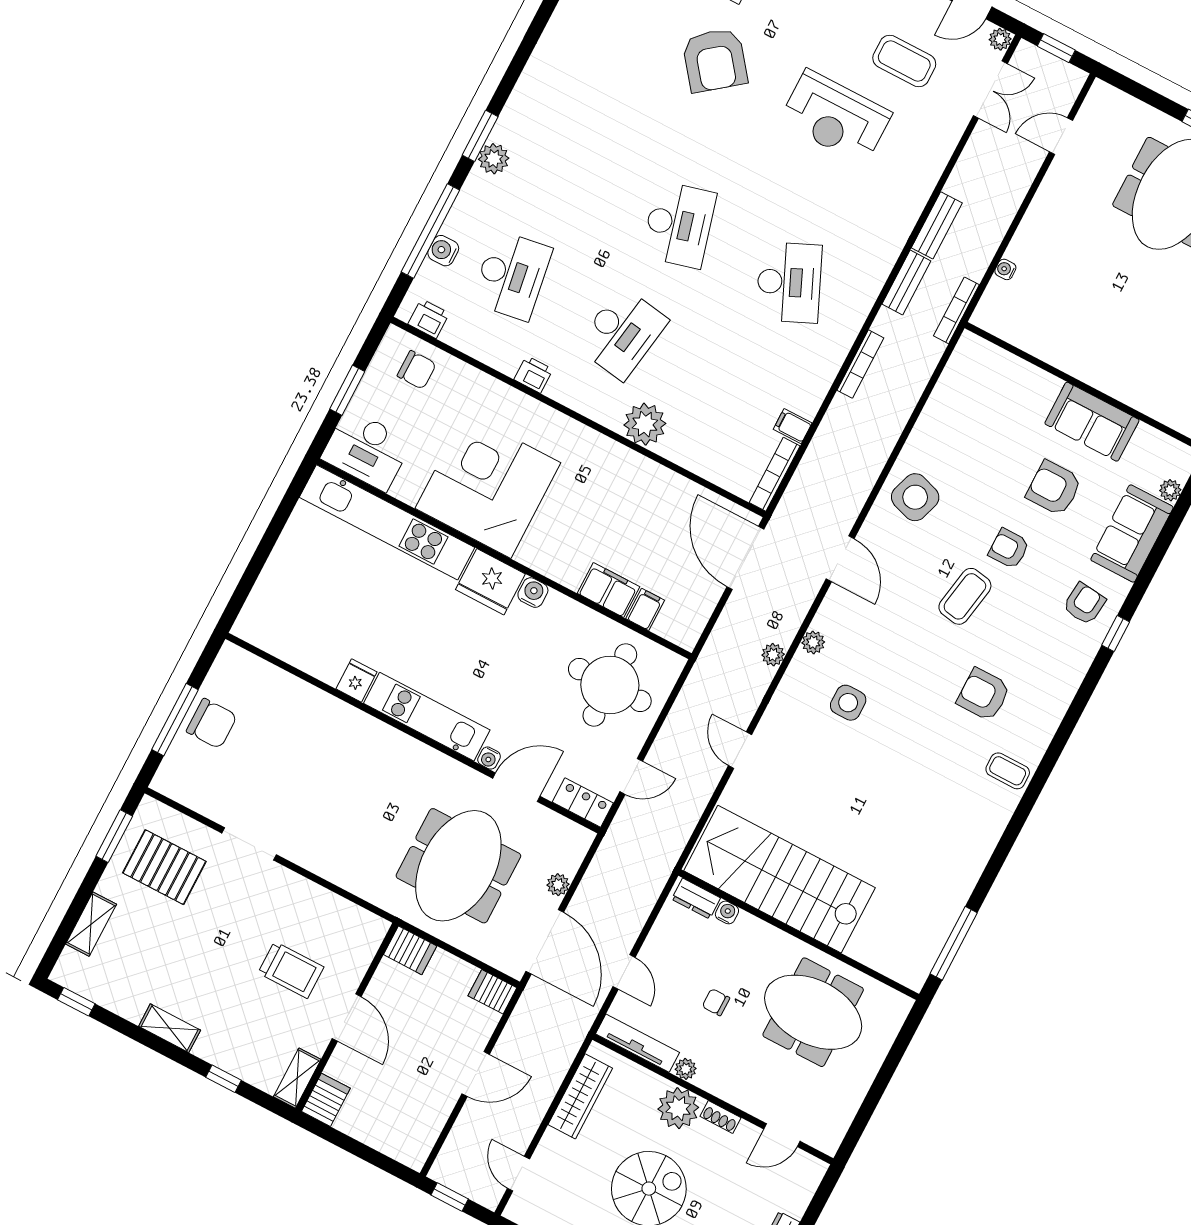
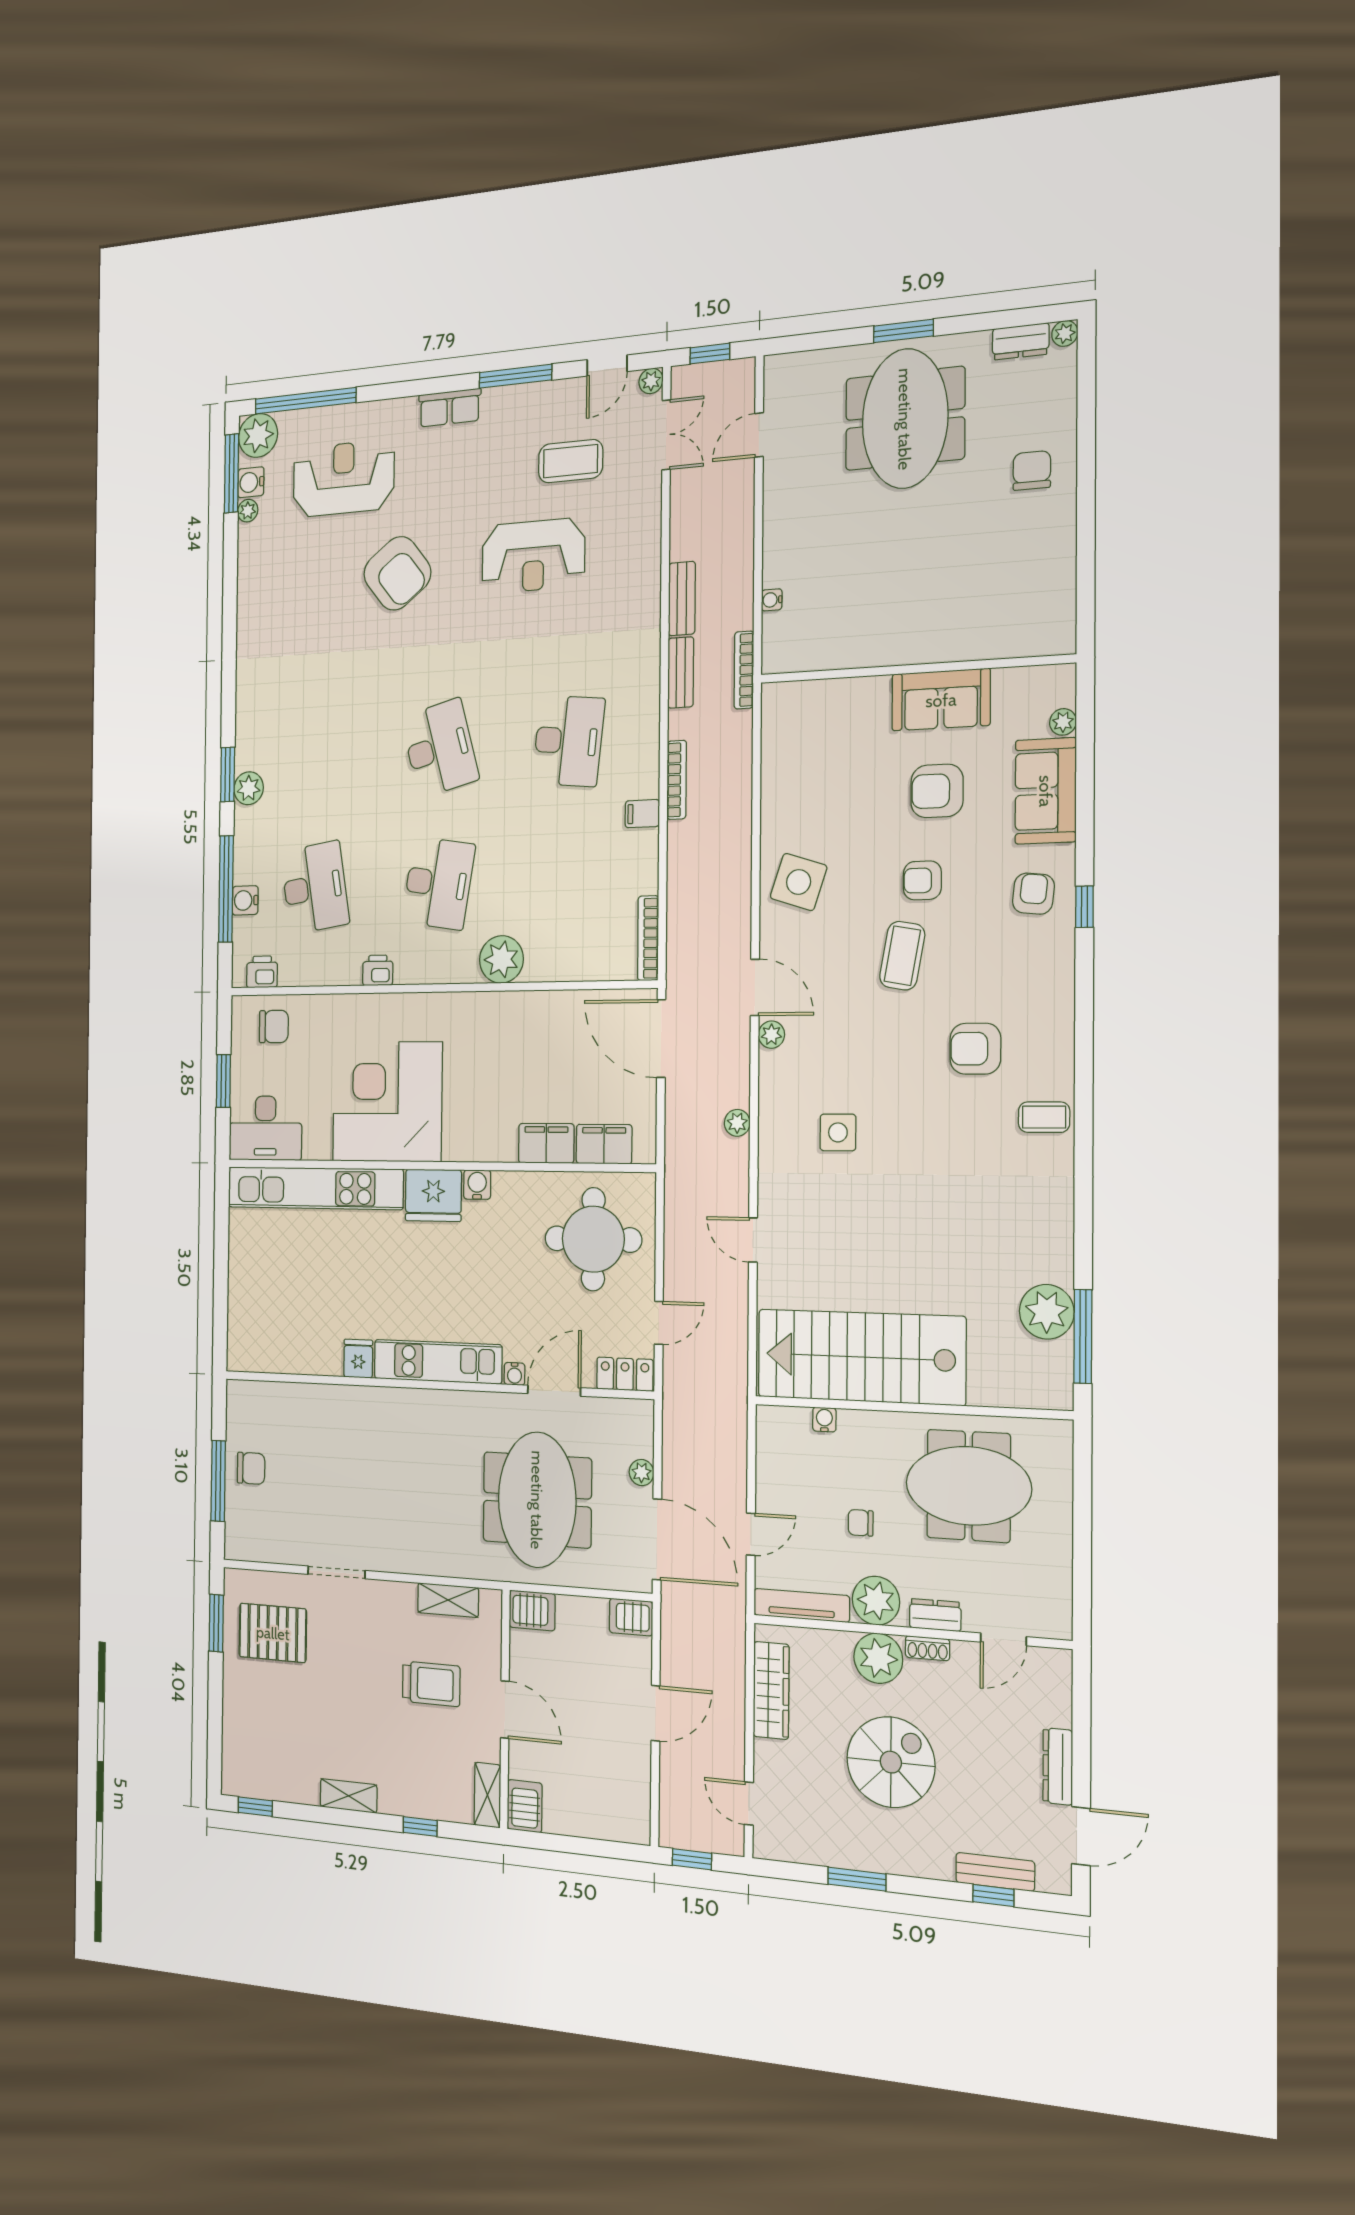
desk: (789, 282) -> (568, 741), turned 30
filing cabinet: (793, 426) -> (642, 814), moved
filing cabinet: (645, 609) -> (604, 1144), width x2.00
plant: (813, 642) -> (771, 1035), moved
chair: (212, 724) -> (251, 1468), width x0.73, depth x0.73
dresser: (696, 899) -> (935, 1615), moved, turned 180
plant: (937, 913) -> (1047, 1312), added
shelving: (91, 924) -> (448, 1600), moved, turned 90
door: (624, 972) -> (751, 1534), hinge flipped
plant: (686, 1069) -> (876, 1601), width x1.87, depth x1.87

